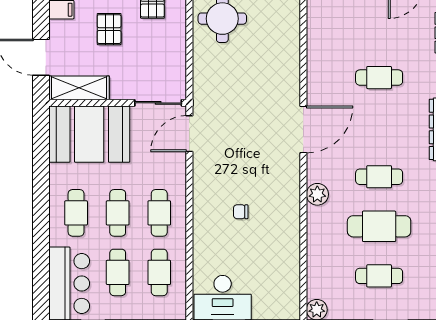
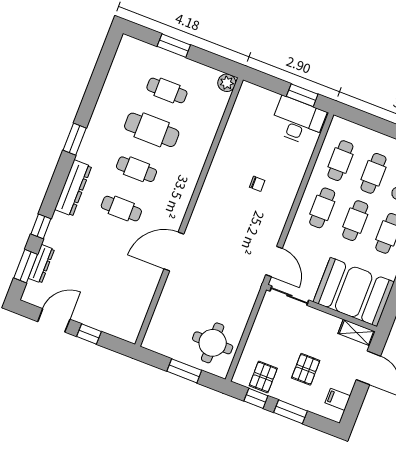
cafe table: (379, 78) -> (121, 209), moved
shelving: (79, 88) -> (357, 332), width x0.67, depth x0.75
door: (303, 129) -> (174, 252), moved
door: (189, 134) -> (274, 262), hinge flipped
plant: (317, 194) -> (191, 174), removed

